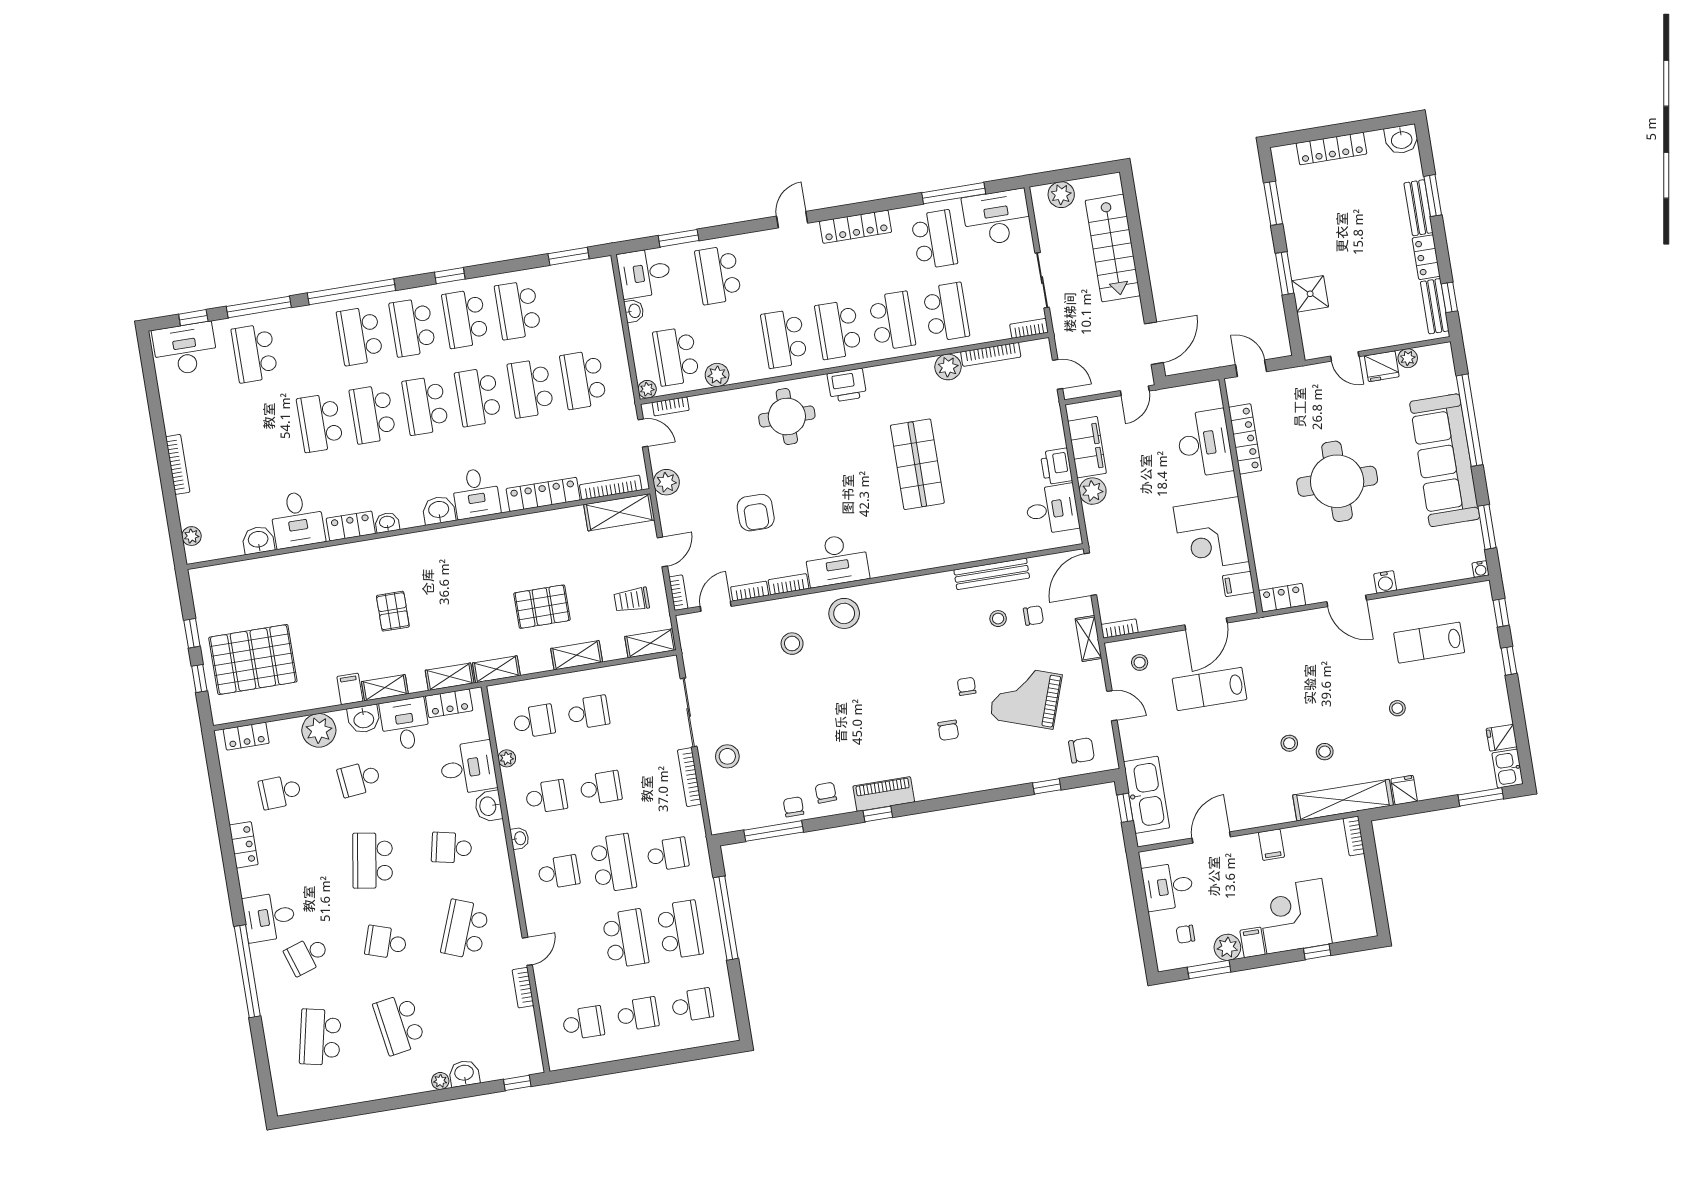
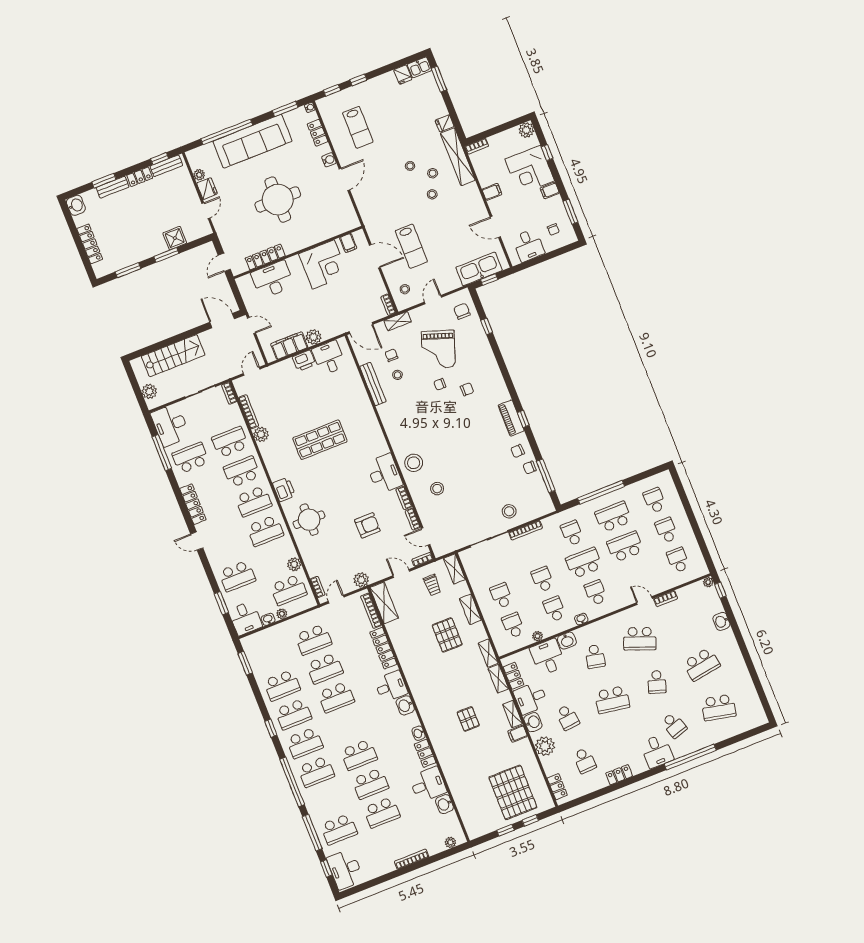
plant: (647, 389) -> (282, 614), moved
school desk: (425, 406) -> (382, 812), moved
locker: (1282, 598) -> (318, 133), moved
pallet: (393, 611) -> (468, 719), turned 90
stool: (1397, 708) -> (410, 166), moved
plant: (1227, 947) -> (526, 130), moved
plant: (440, 1081) -> (708, 582), moved

